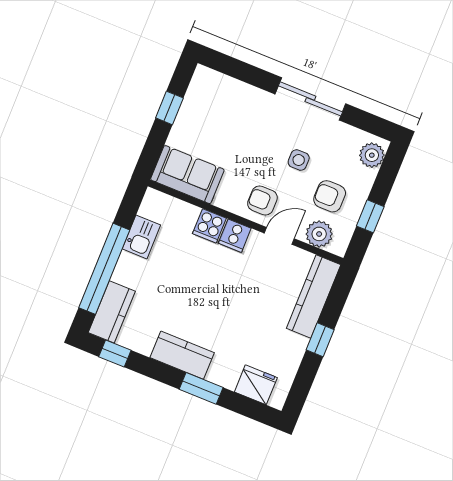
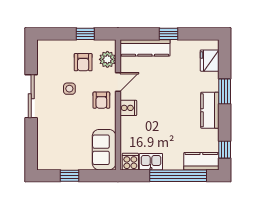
plant: (372, 155) -> (49, 47), removed
cooker: (209, 226) -> (130, 162), moved, turned -90
door: (279, 236) -> (118, 82), swing flipped

